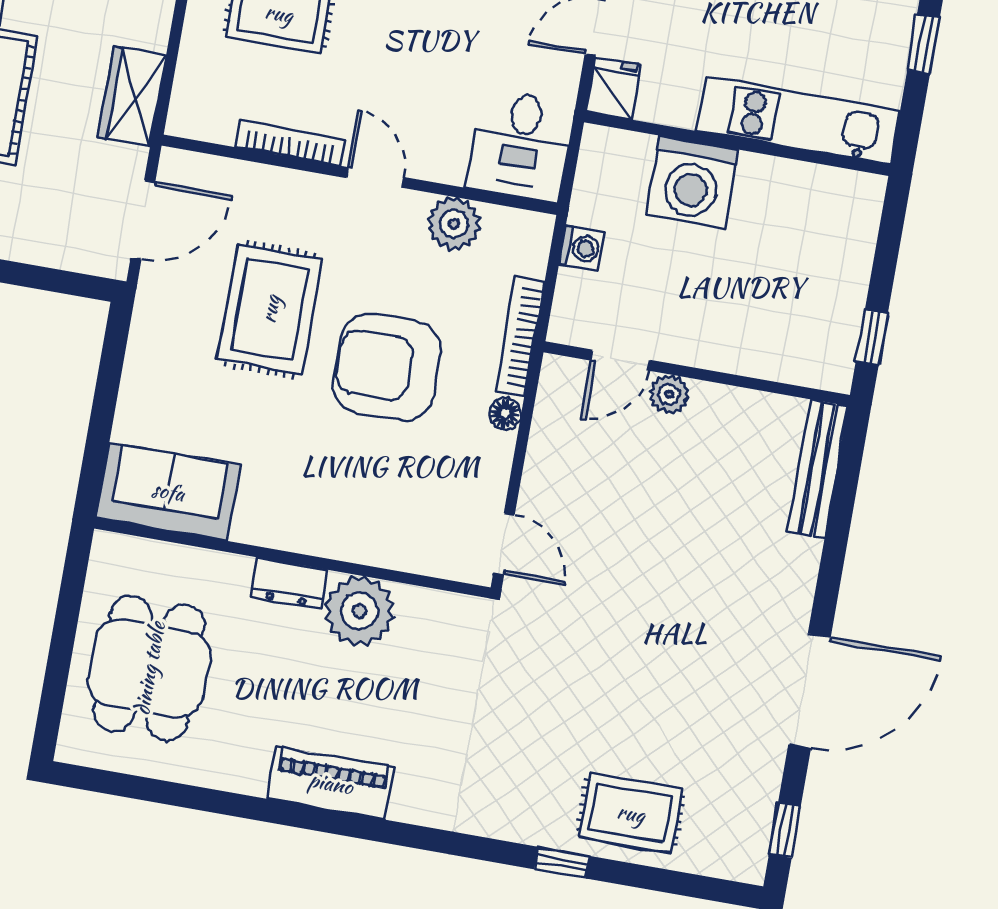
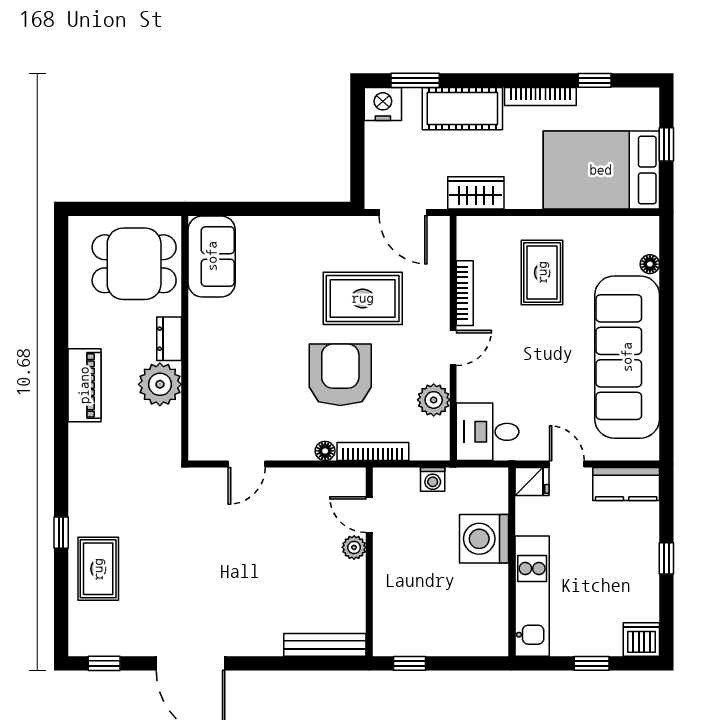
sofa: (168, 491) -> (212, 256), moved
wall: (292, 558) -> (185, 338), moved
dresser: (289, 583) -> (169, 339), moved
plant: (360, 611) -> (160, 384), moved

